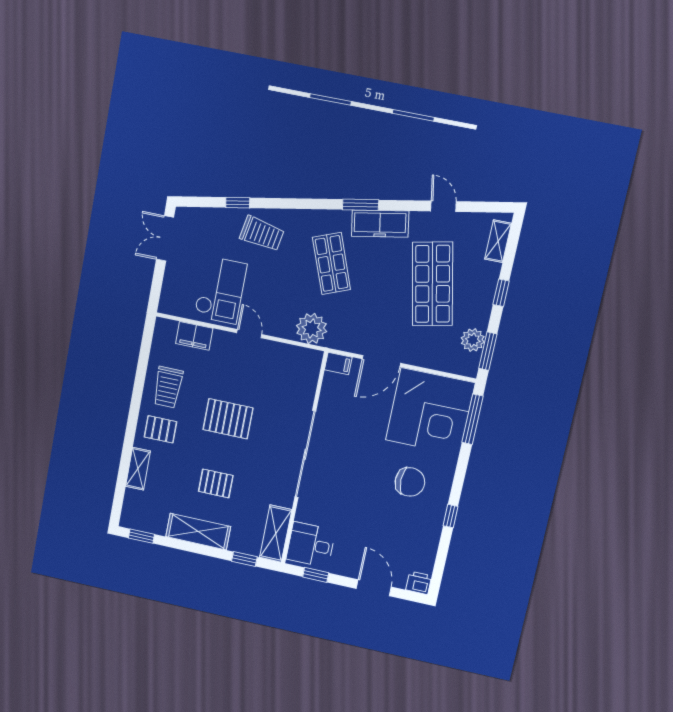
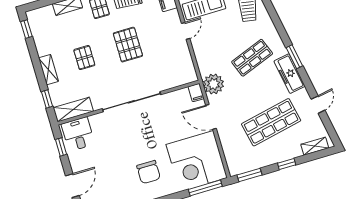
plant: (312, 329) -> (214, 84), moved
plant: (473, 340) -> (251, 163), removed
shelving: (198, 532) -> (48, 70), width x0.67, depth x0.75

